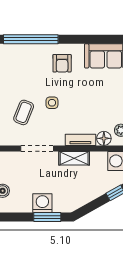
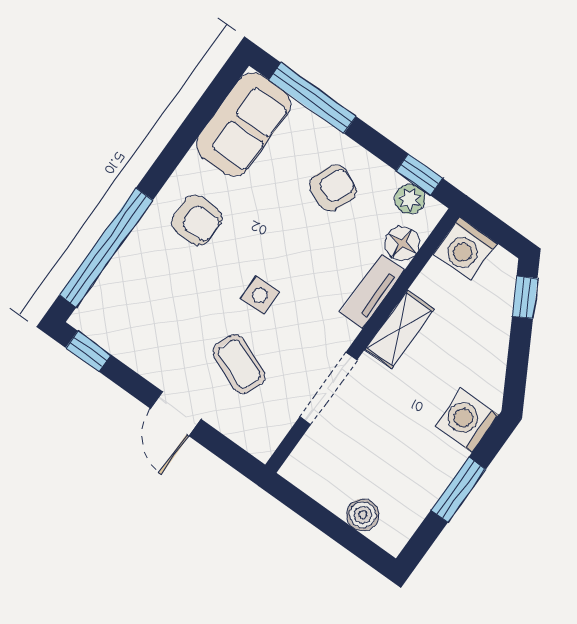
armchair: (106, 101) -> (333, 188), added
washing machine: (42, 203) -> (467, 421), moved
window: (47, 217) -> (458, 490), moved

